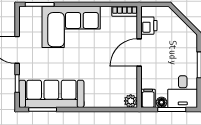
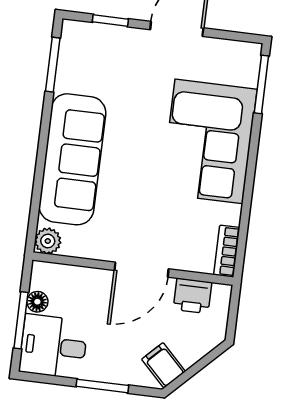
door: (139, 53) -> (142, 270), swing flipped
sofa: (51, 94) -> (72, 159), moved
filing cabinet: (148, 98) -> (164, 365), moved, turned -135

